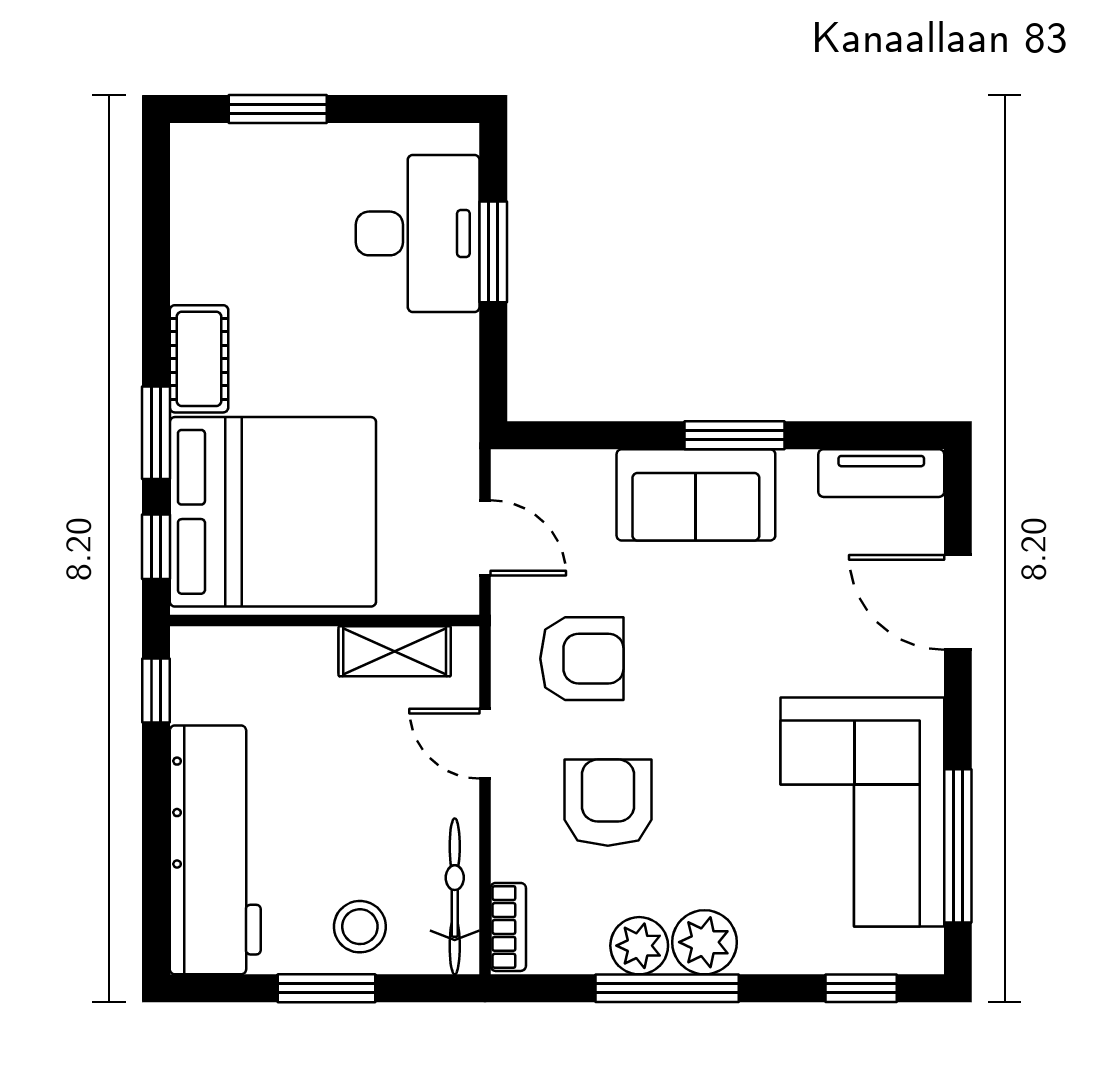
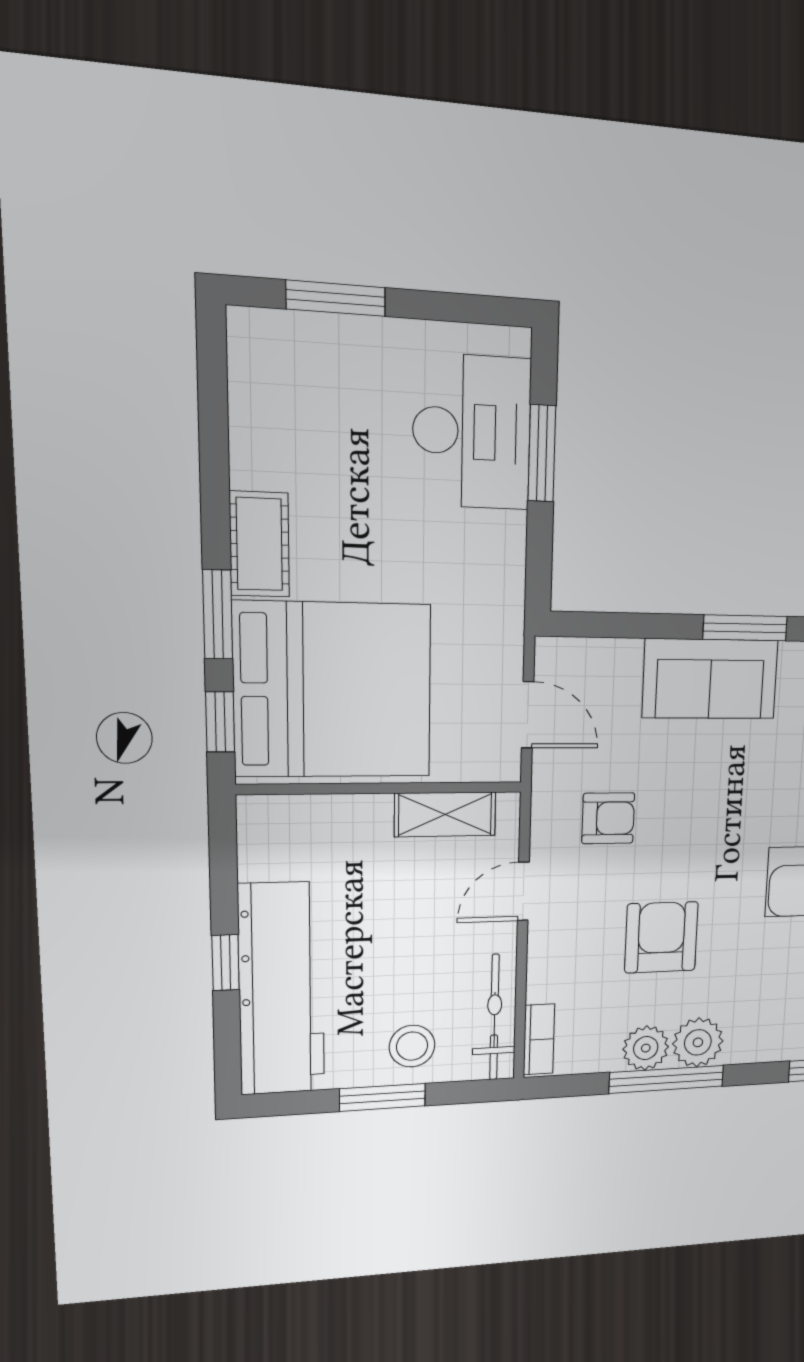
armchair: (582, 659) -> (608, 818), width x0.72, depth x0.72
window: (156, 690) -> (225, 963), moved
door: (485, 744) -> (523, 891), hinge flipped
armchair: (608, 803) -> (661, 937), moved

